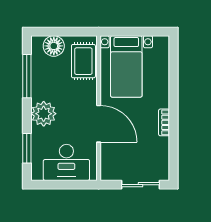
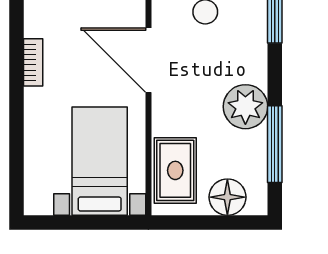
plant: (44, 114) -> (245, 107), moved

